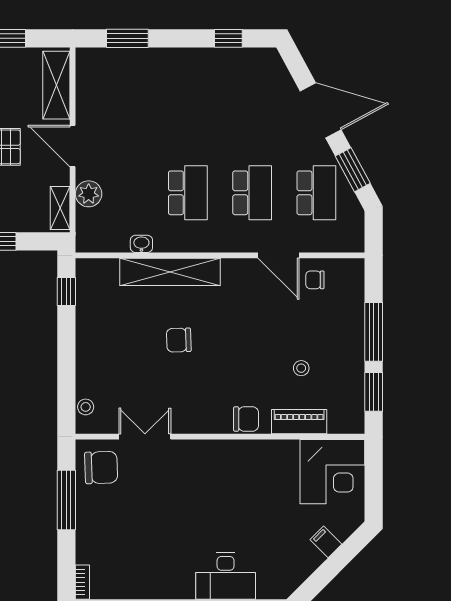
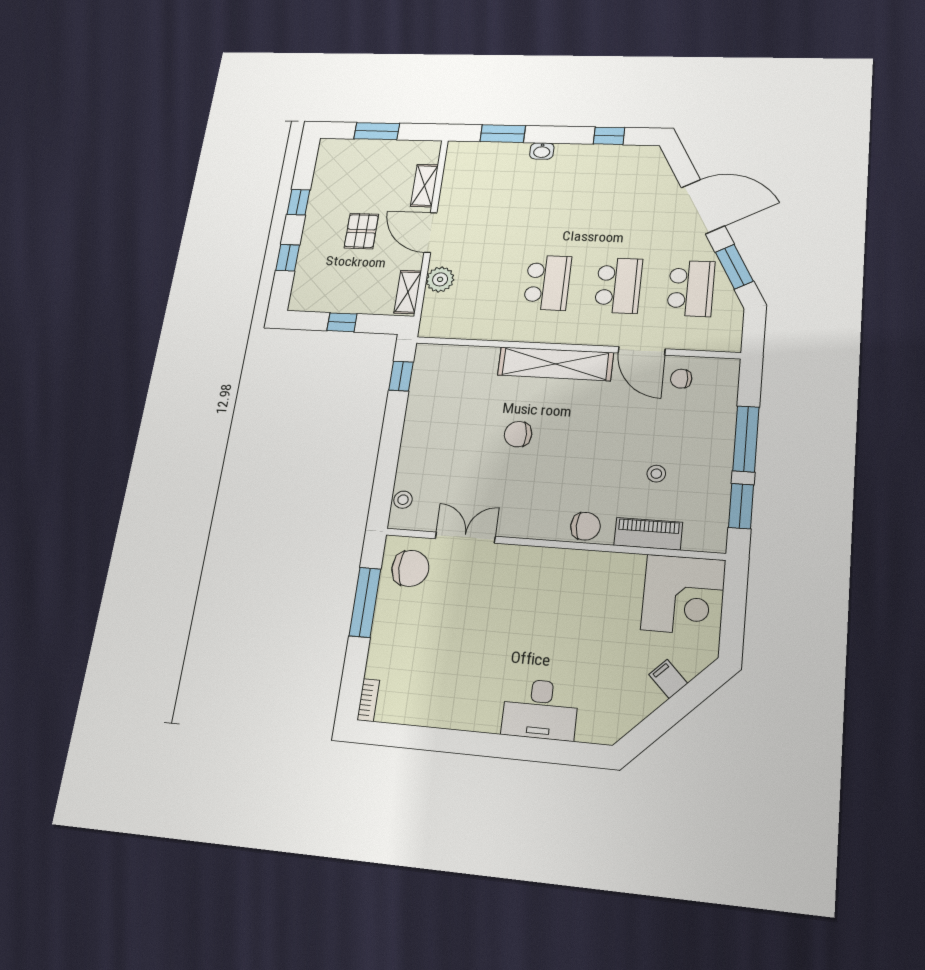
shelving: (56, 85) -> (424, 186), width x0.67, depth x0.75
washbasin: (141, 244) -> (542, 151), moved, turned 180
shelving: (170, 272) -> (555, 364), moved

